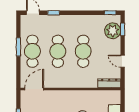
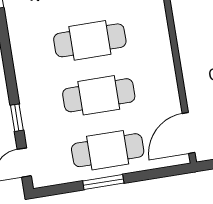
door: (34, 89) -> (189, 133), hinge flipped

